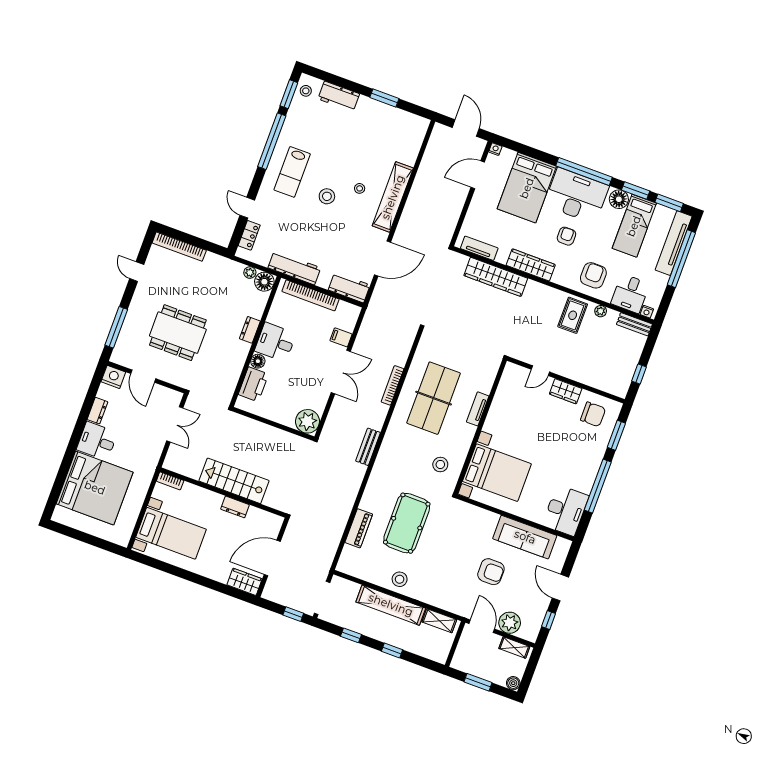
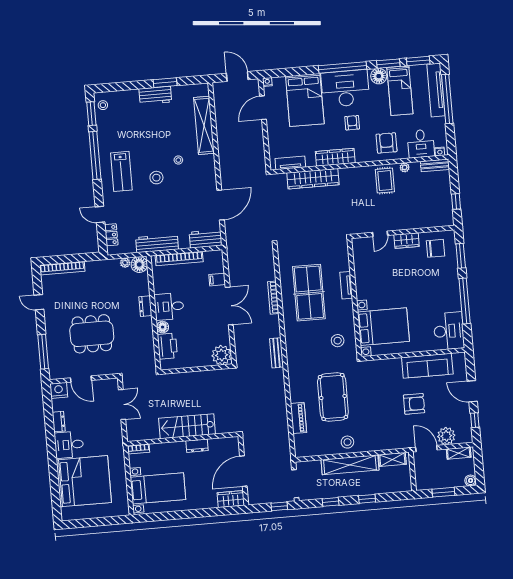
workbench: (339, 96) -> (155, 95), moved
shelving: (393, 197) -> (204, 125), moved

